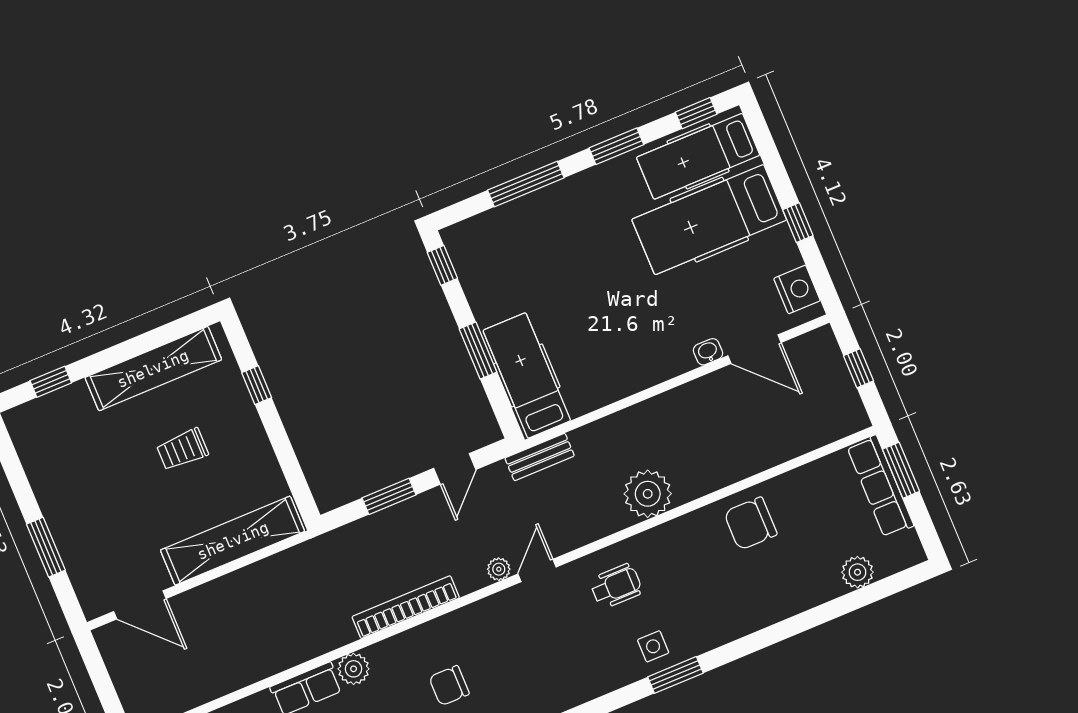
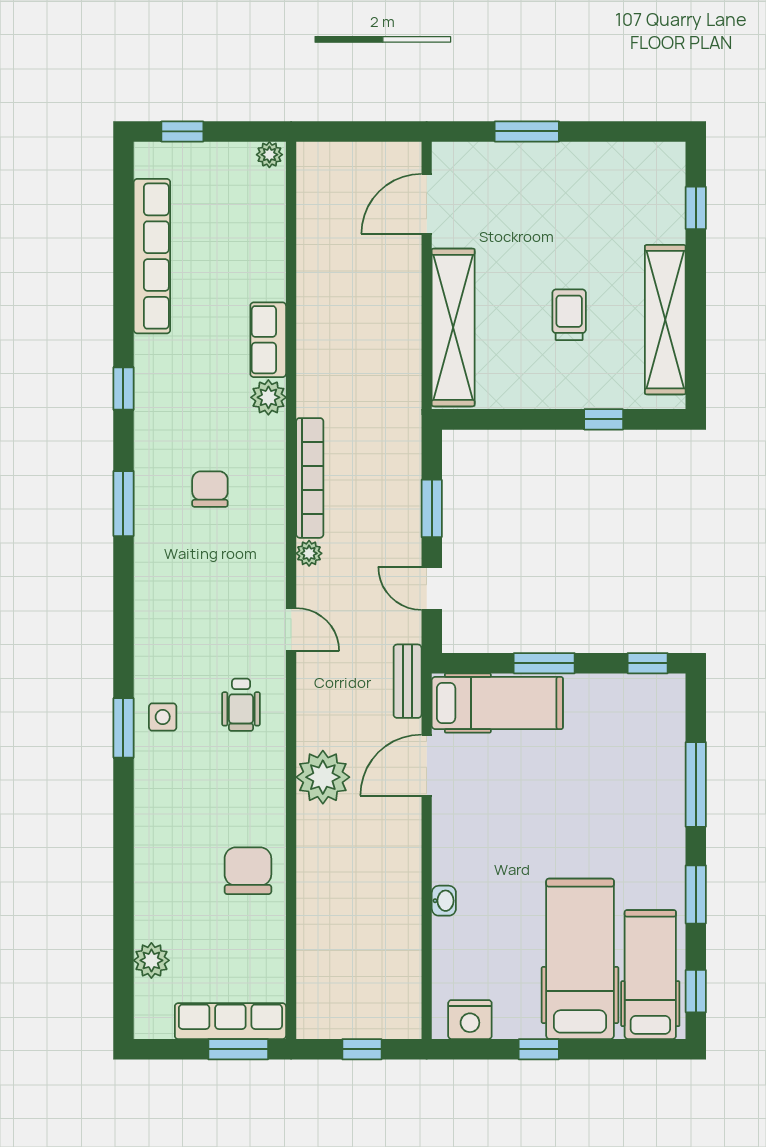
door: (754, 349) -> (427, 765), moved
plant: (499, 569) -> (309, 553), moved

